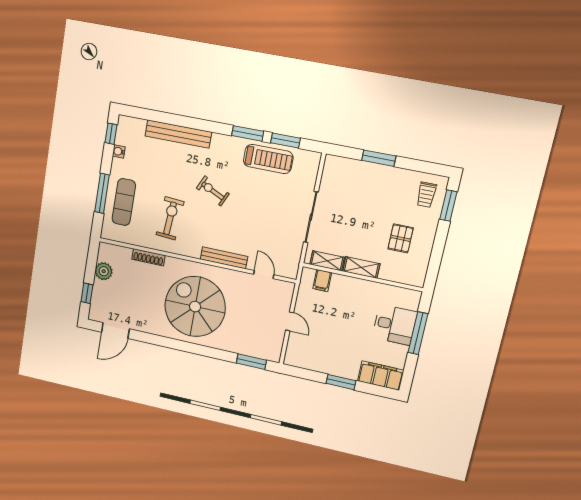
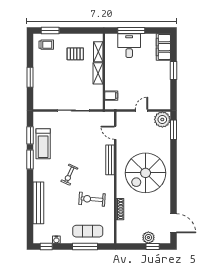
treadmill: (268, 159) -> (43, 144), turned 180
shelving: (327, 261) -> (98, 52), moved
plant: (104, 271) -> (148, 237), moved
door: (264, 275) -> (115, 133), hinge flipped
plant: (270, 349) -> (162, 120), added

